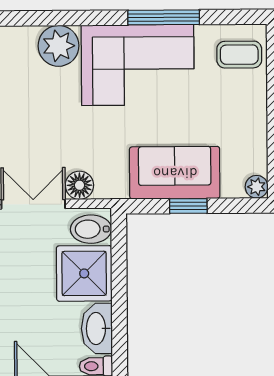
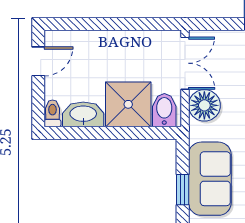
floor lamp: (79, 185) -> (204, 105), width x1.38, depth x1.38

